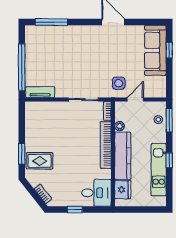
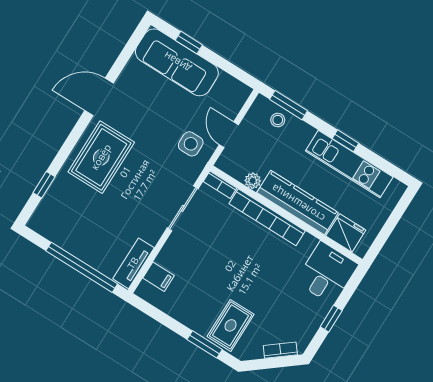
window: (51, 22) -> (44, 185), width x0.46
rug: (84, 42) -> (101, 157), added
filing cabinet: (41, 109) -> (158, 277), added

